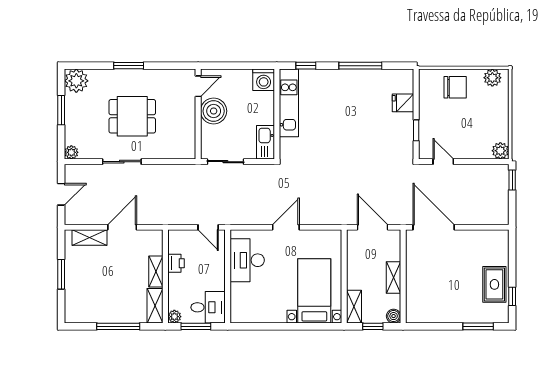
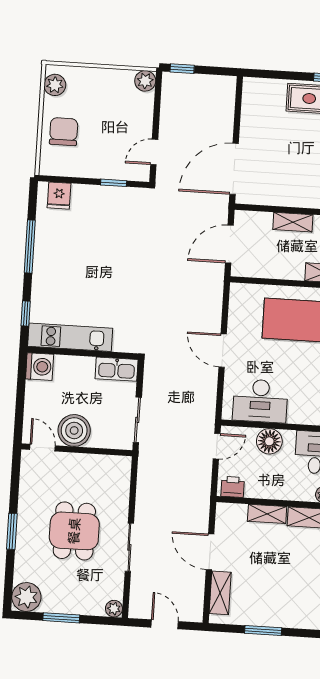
fridge: (403, 103) -> (59, 196), moved
printer: (176, 263) -> (233, 487), moved
floor lamp: (215, 270) -> (269, 441), added

